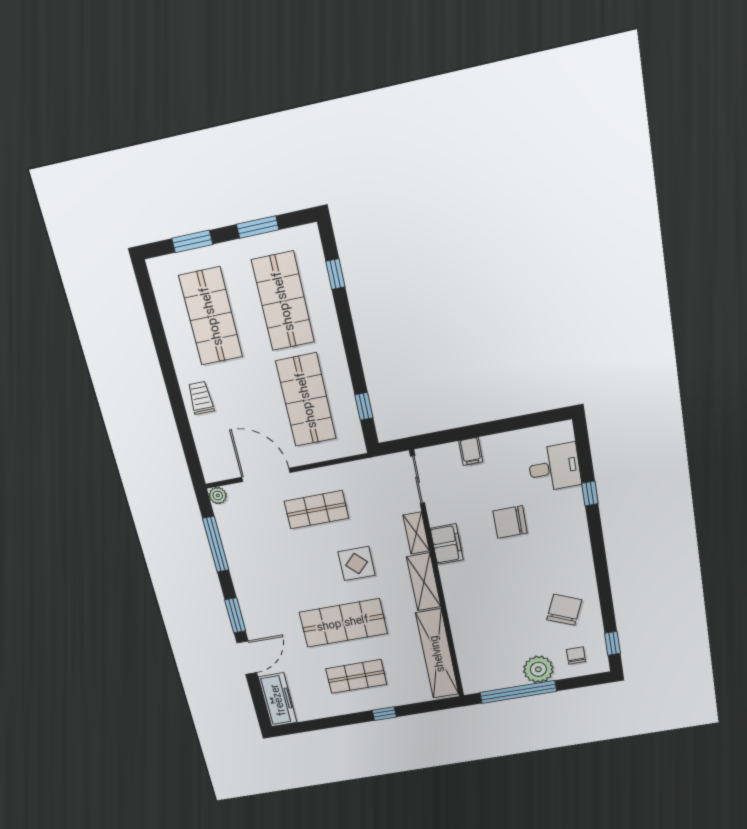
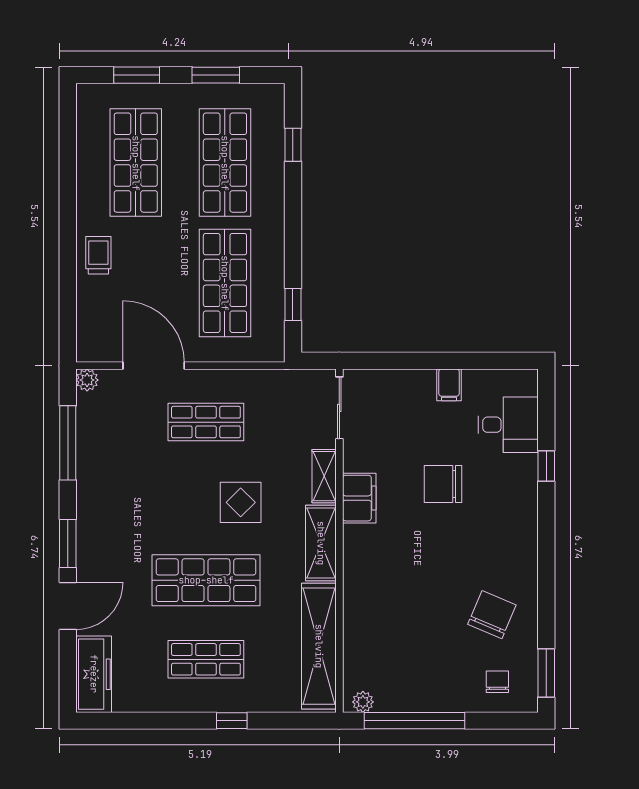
filing cabinet: (471, 451) -> (449, 385), moved
window: (612, 643) -> (546, 673), width x1.50
plant: (538, 669) -> (363, 702), moved, width x0.53, depth x0.53

